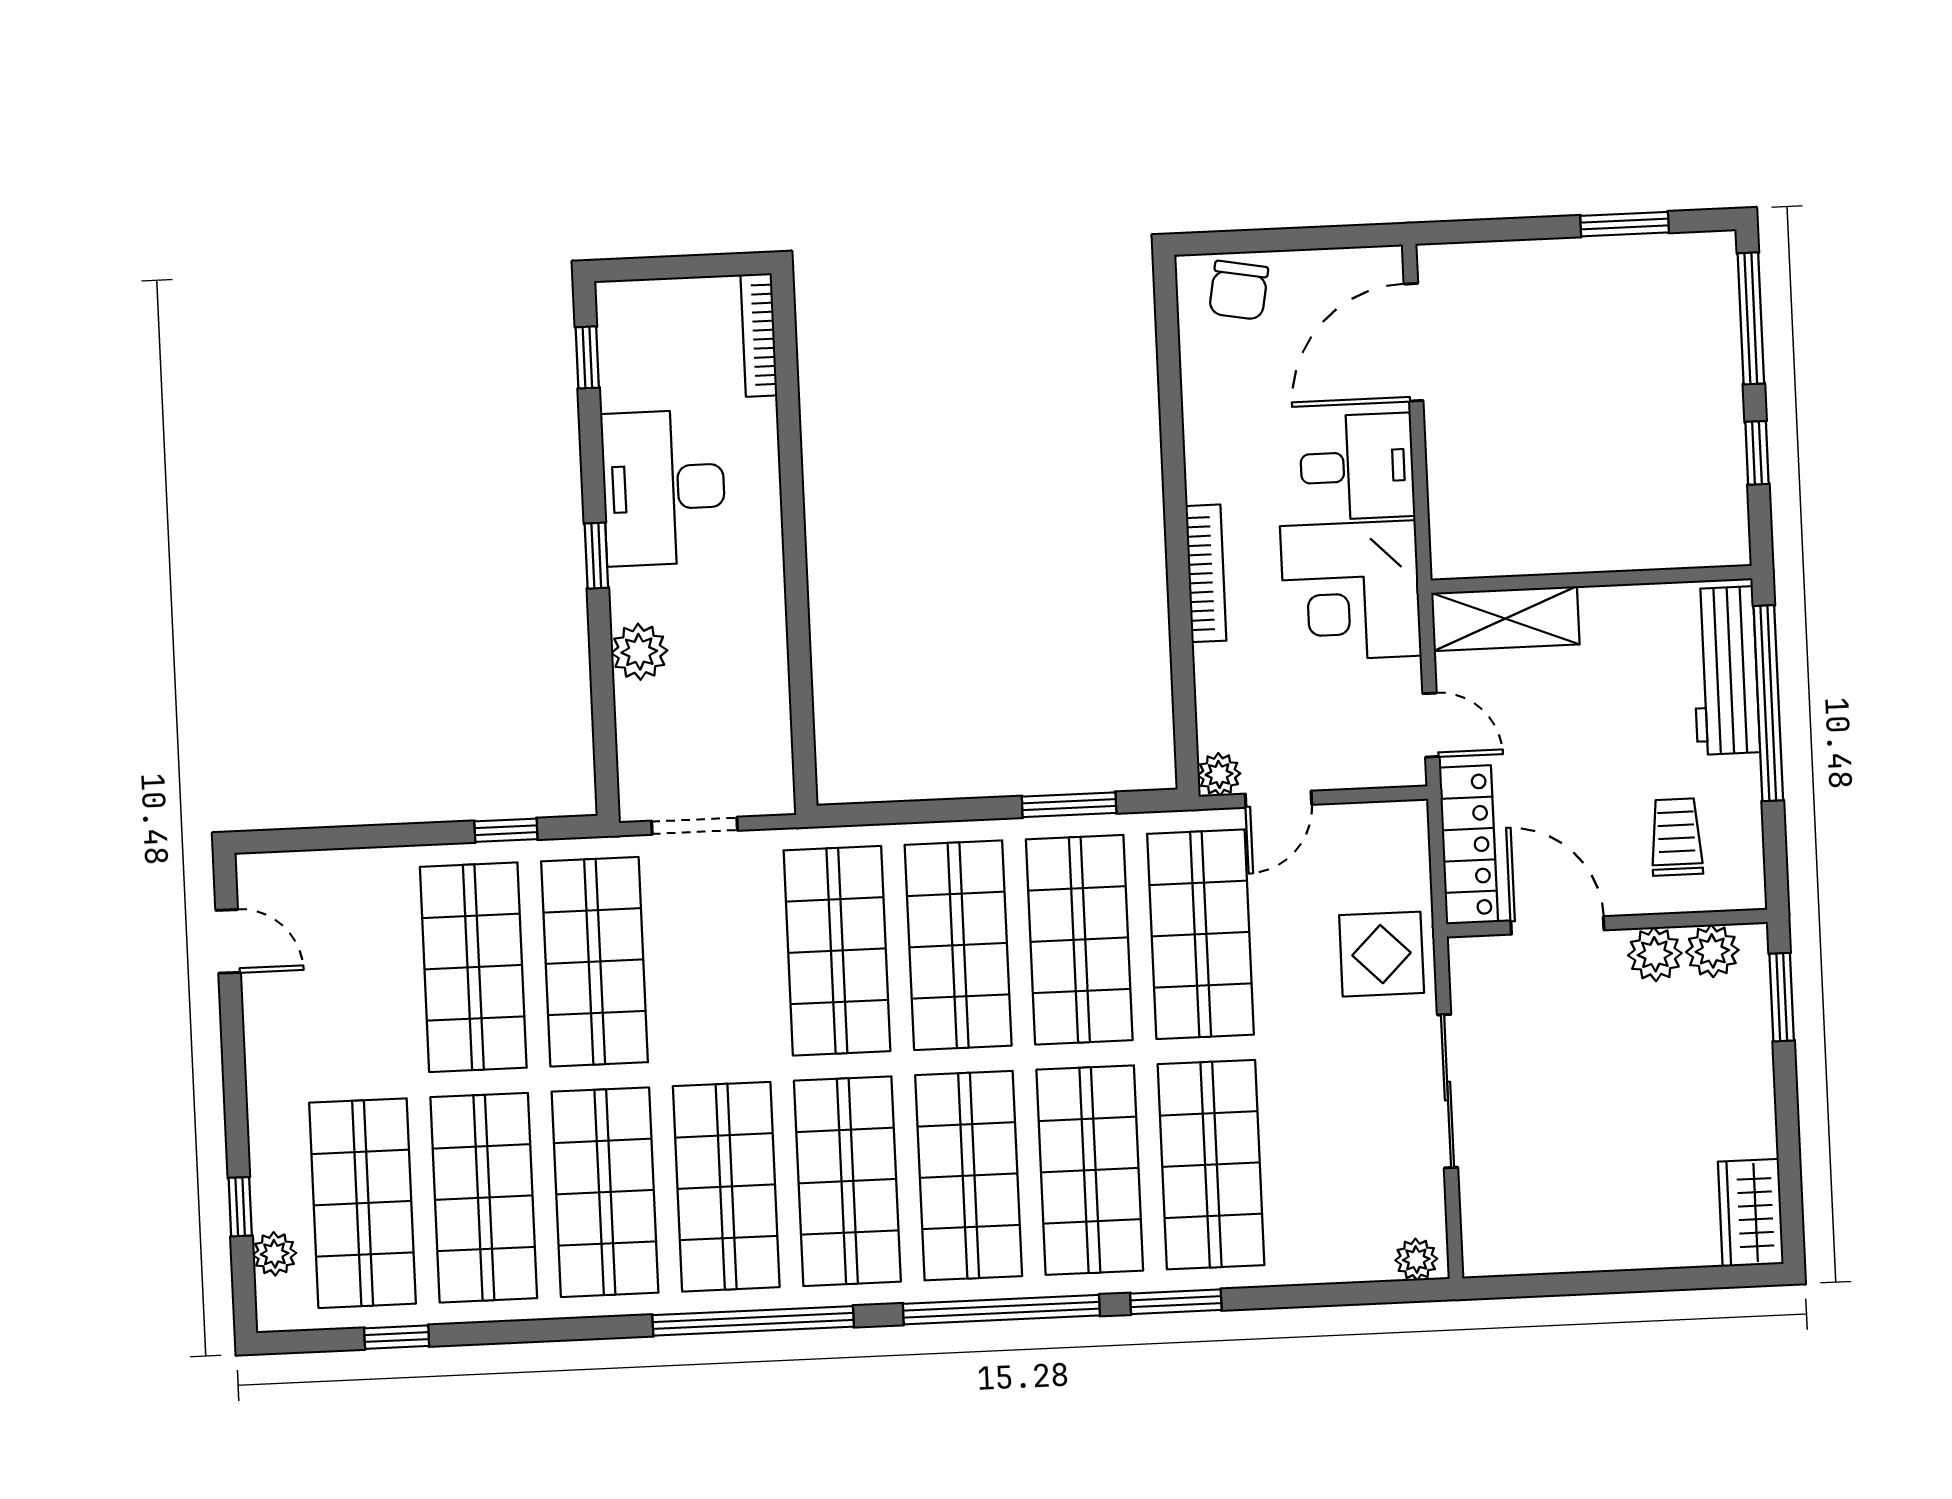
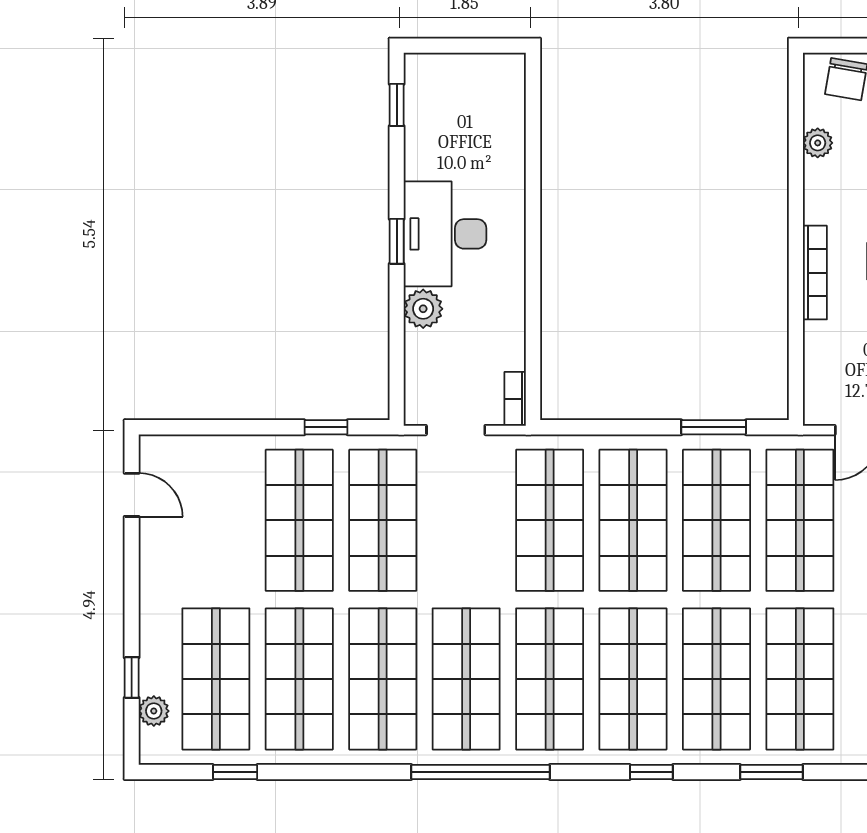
bookcase: (759, 335) -> (515, 399), moved, width x0.64
desk: (664, 488) -> (445, 234), moved
plant: (1219, 774) -> (818, 143), moved
window: (1001, 1310) -> (651, 772), width x0.32

